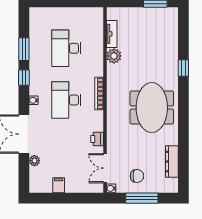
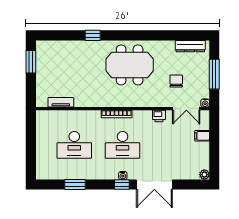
plant: (114, 56) -> (81, 100), removed
window: (24, 78) -> (122, 184), moved
plant: (34, 161) -> (204, 175), moved
dresser: (172, 161) -> (190, 46), moved
chair: (137, 176) -> (176, 81), moved
filing cabinet: (59, 185) -> (202, 136), moved

